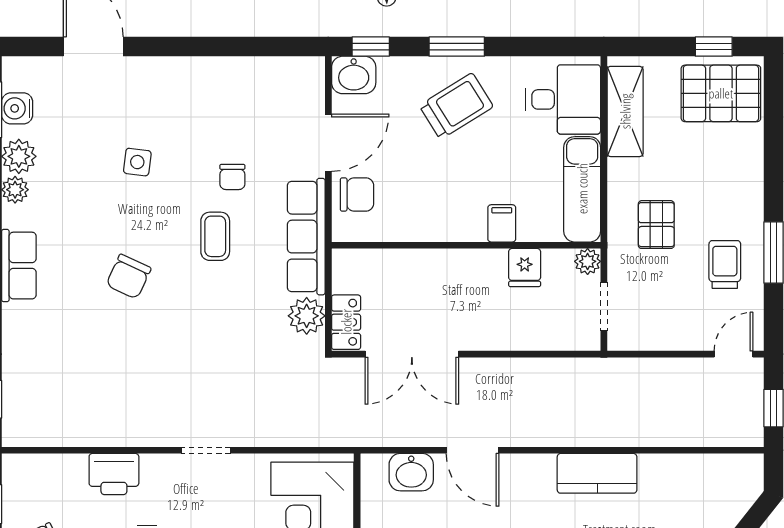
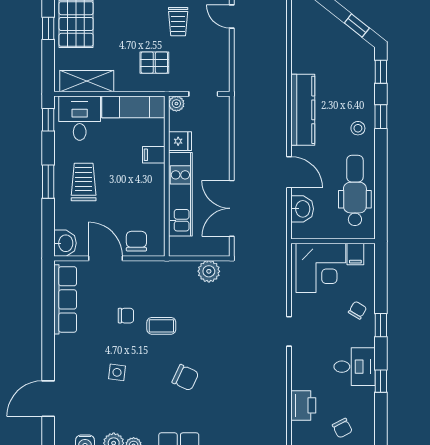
window: (371, 47) -> (48, 120), moved
trolley: (456, 106) -> (84, 182), turned 32
row of seats: (306, 237) -> (65, 299), moved, turned -90
trolley: (725, 264) -> (178, 22), turned -90
kitchen unit: (436, 268) -> (180, 194), added
locker: (346, 322) -> (213, 248), removed
double door: (412, 354) -> (232, 208), swing flipped
door: (473, 450) -> (289, 172), hinge flipped
kitchen counter: (597, 473) -> (303, 110), width x1.50
printer: (114, 474) -> (303, 405), moved

